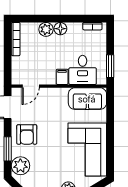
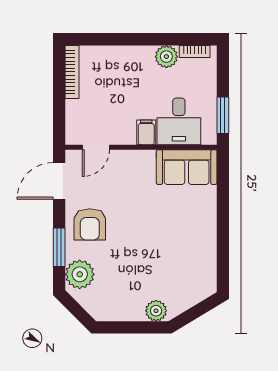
plant: (46, 29) -> (166, 57), moved
floor lamp: (60, 29) -> (143, 55), removed
corner sofa: (87, 150) -> (186, 248), removed

